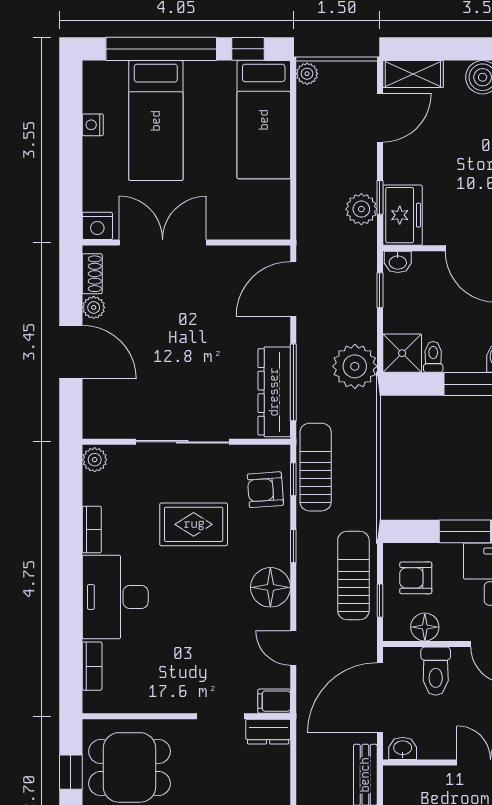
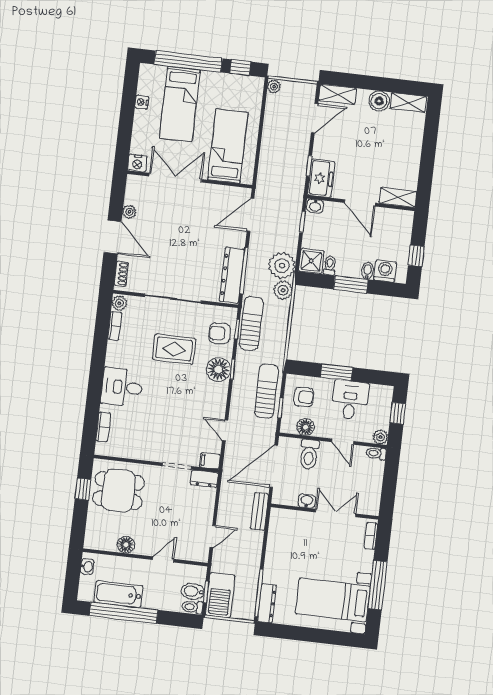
bed: (264, 120) -> (228, 146), moved, turned 180
plant: (361, 209) -> (283, 290), moved
shoe rack: (92, 274) -> (121, 274), moved
bookcase: (92, 529) -> (115, 326), moved
armchair: (416, 578) -> (304, 397), turned 180
floor lamp: (270, 587) -> (218, 369), moved
desk: (115, 597) -> (122, 387), width x0.73
washbasin: (403, 748) -> (307, 501), moved

